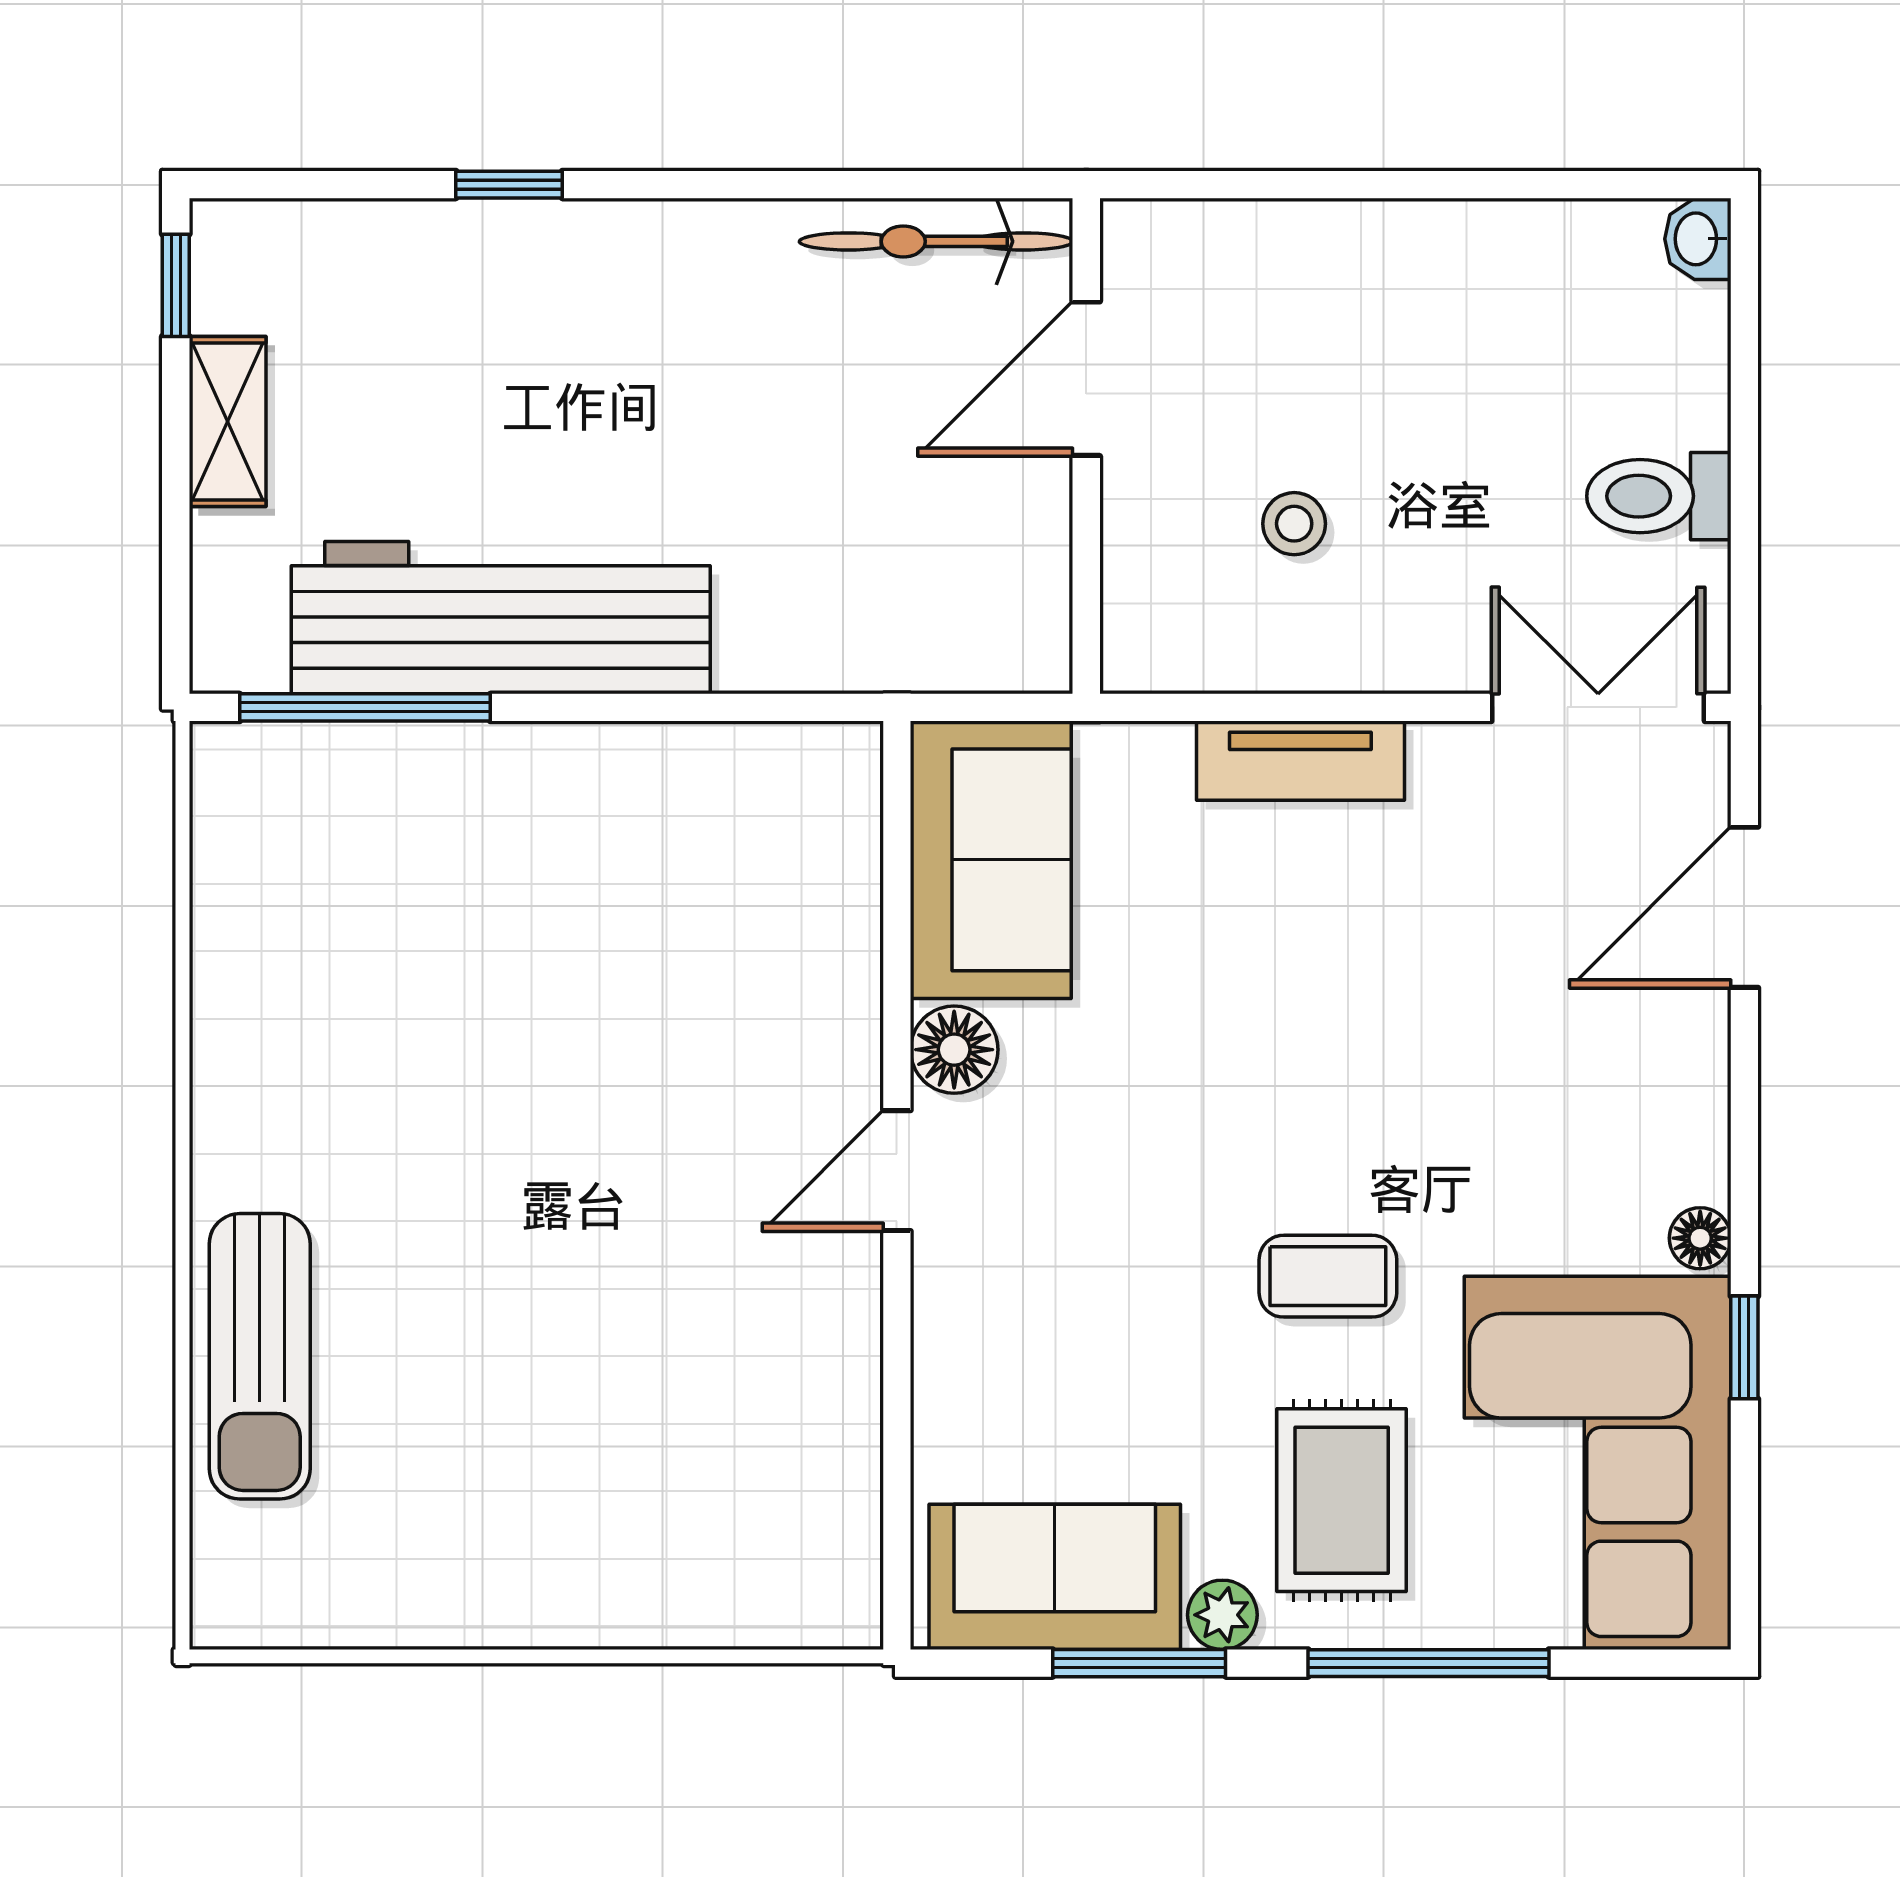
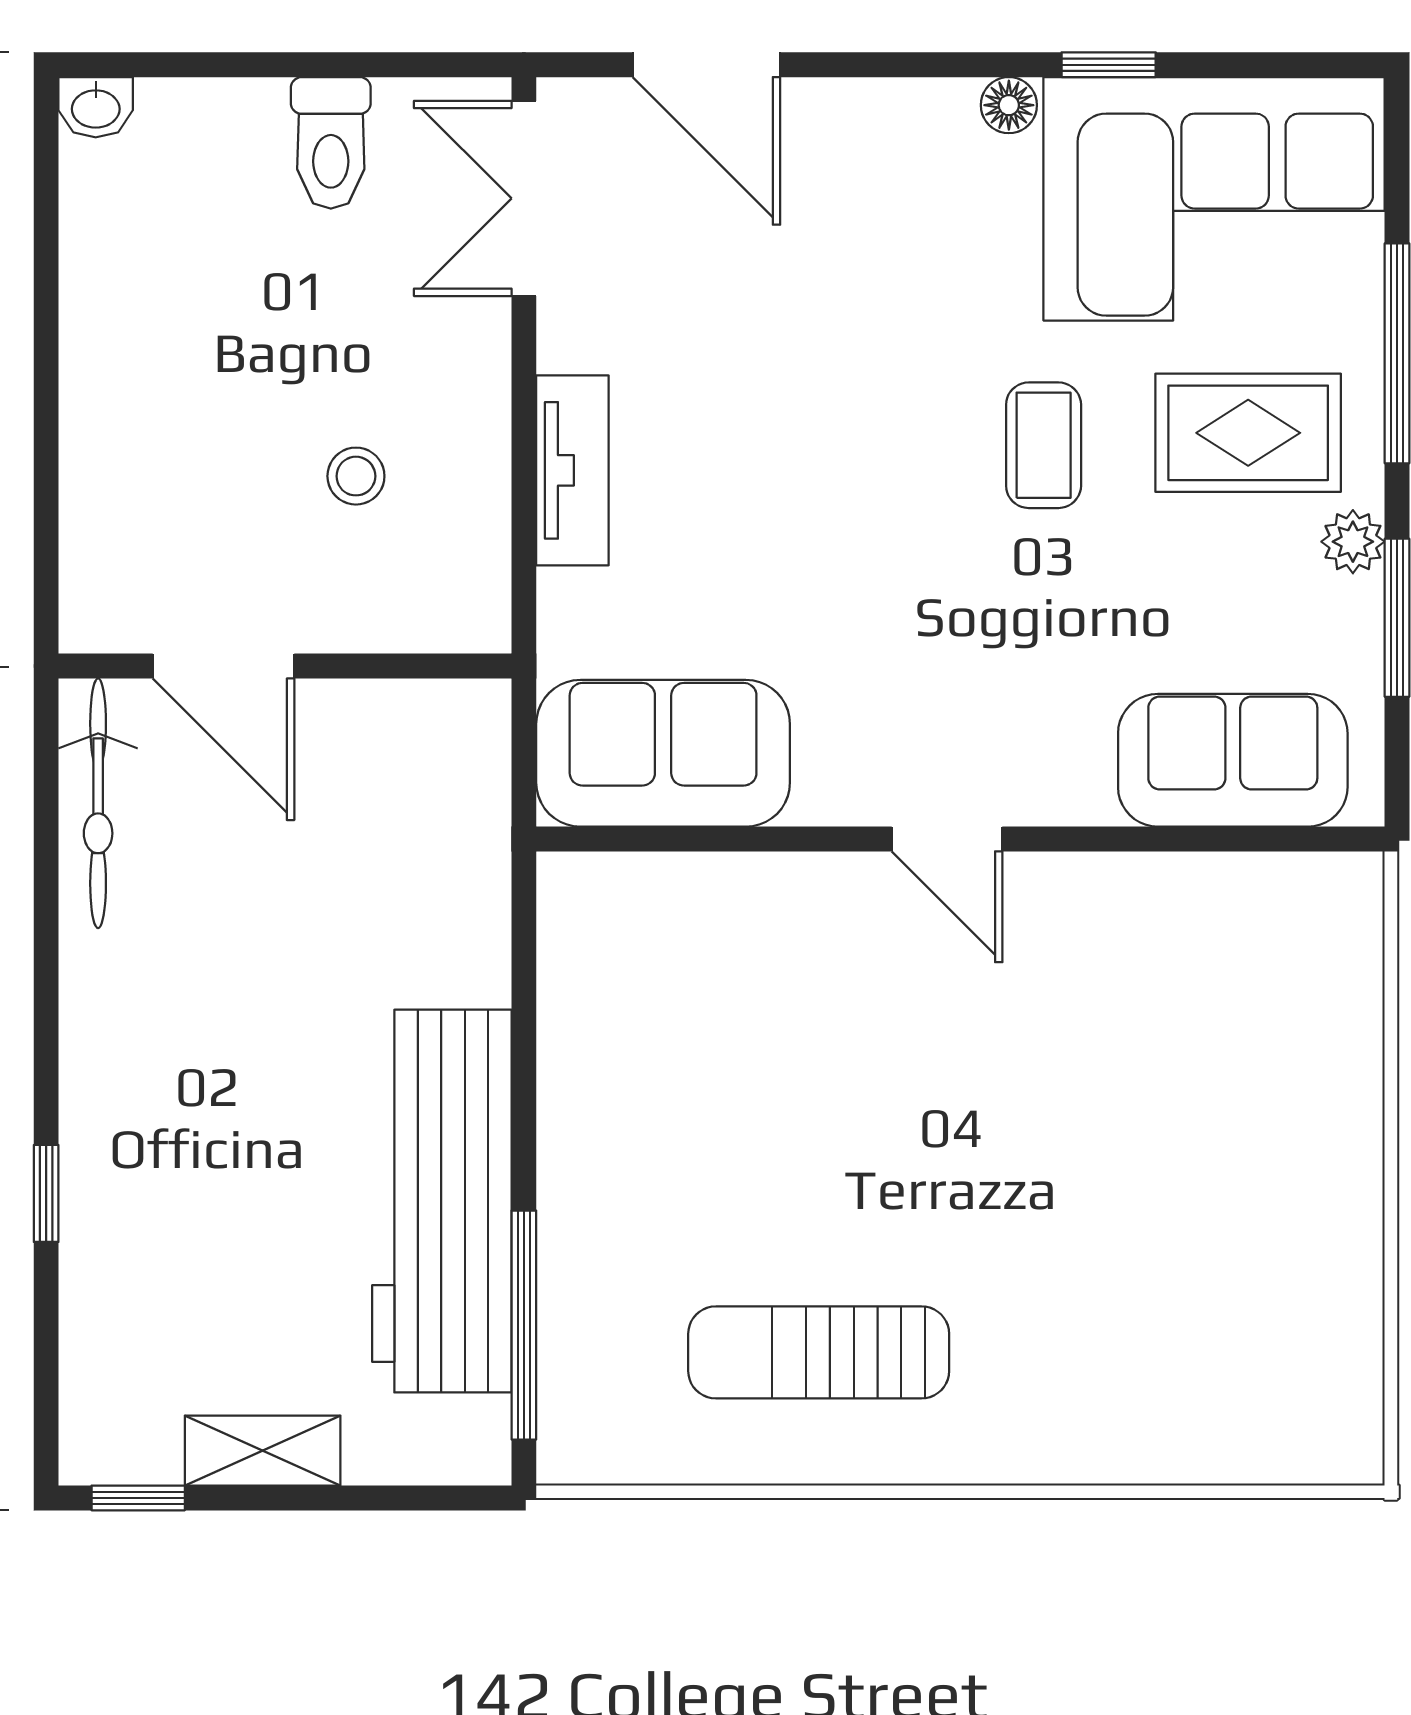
floor lamp: (954, 1050) -> (837, 787), removed
sun lounger: (260, 1356) -> (819, 1352), moved, turned 180
sofa: (1055, 1577) -> (1233, 760), moved, turned 90

